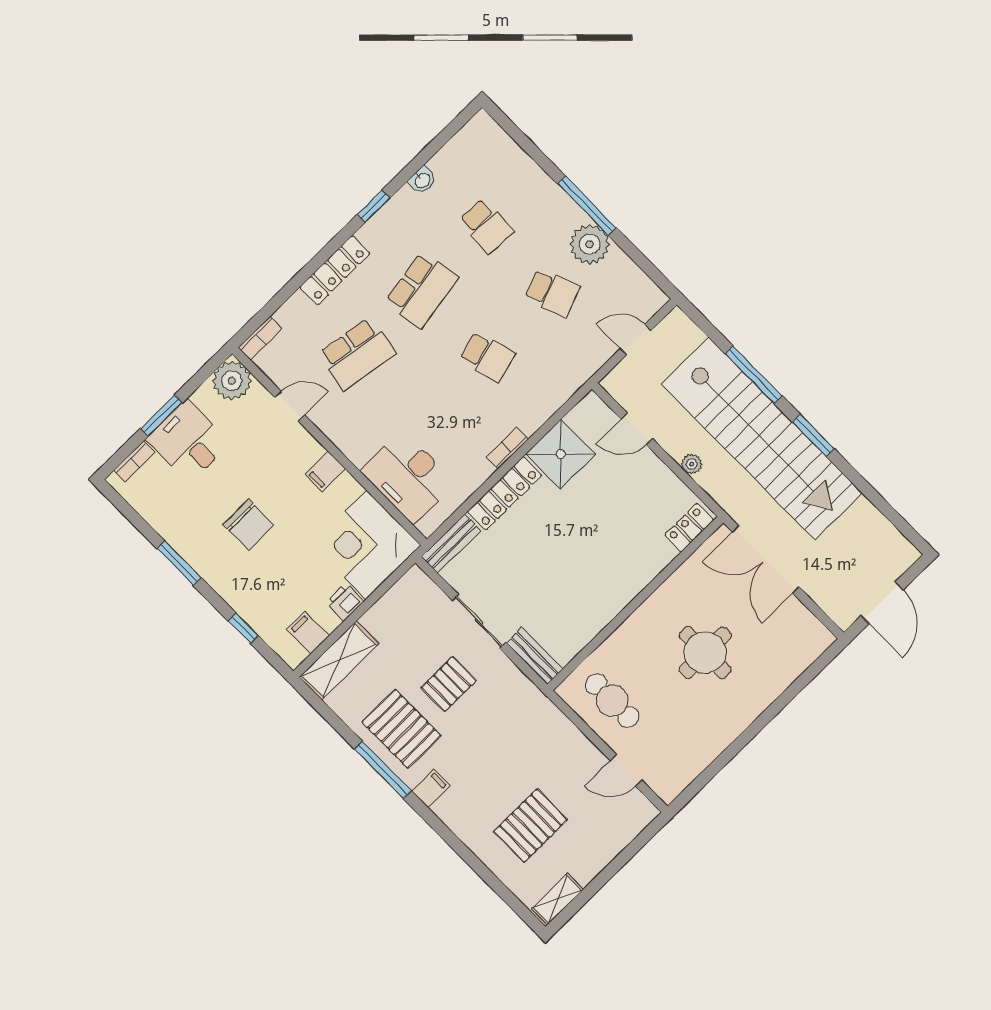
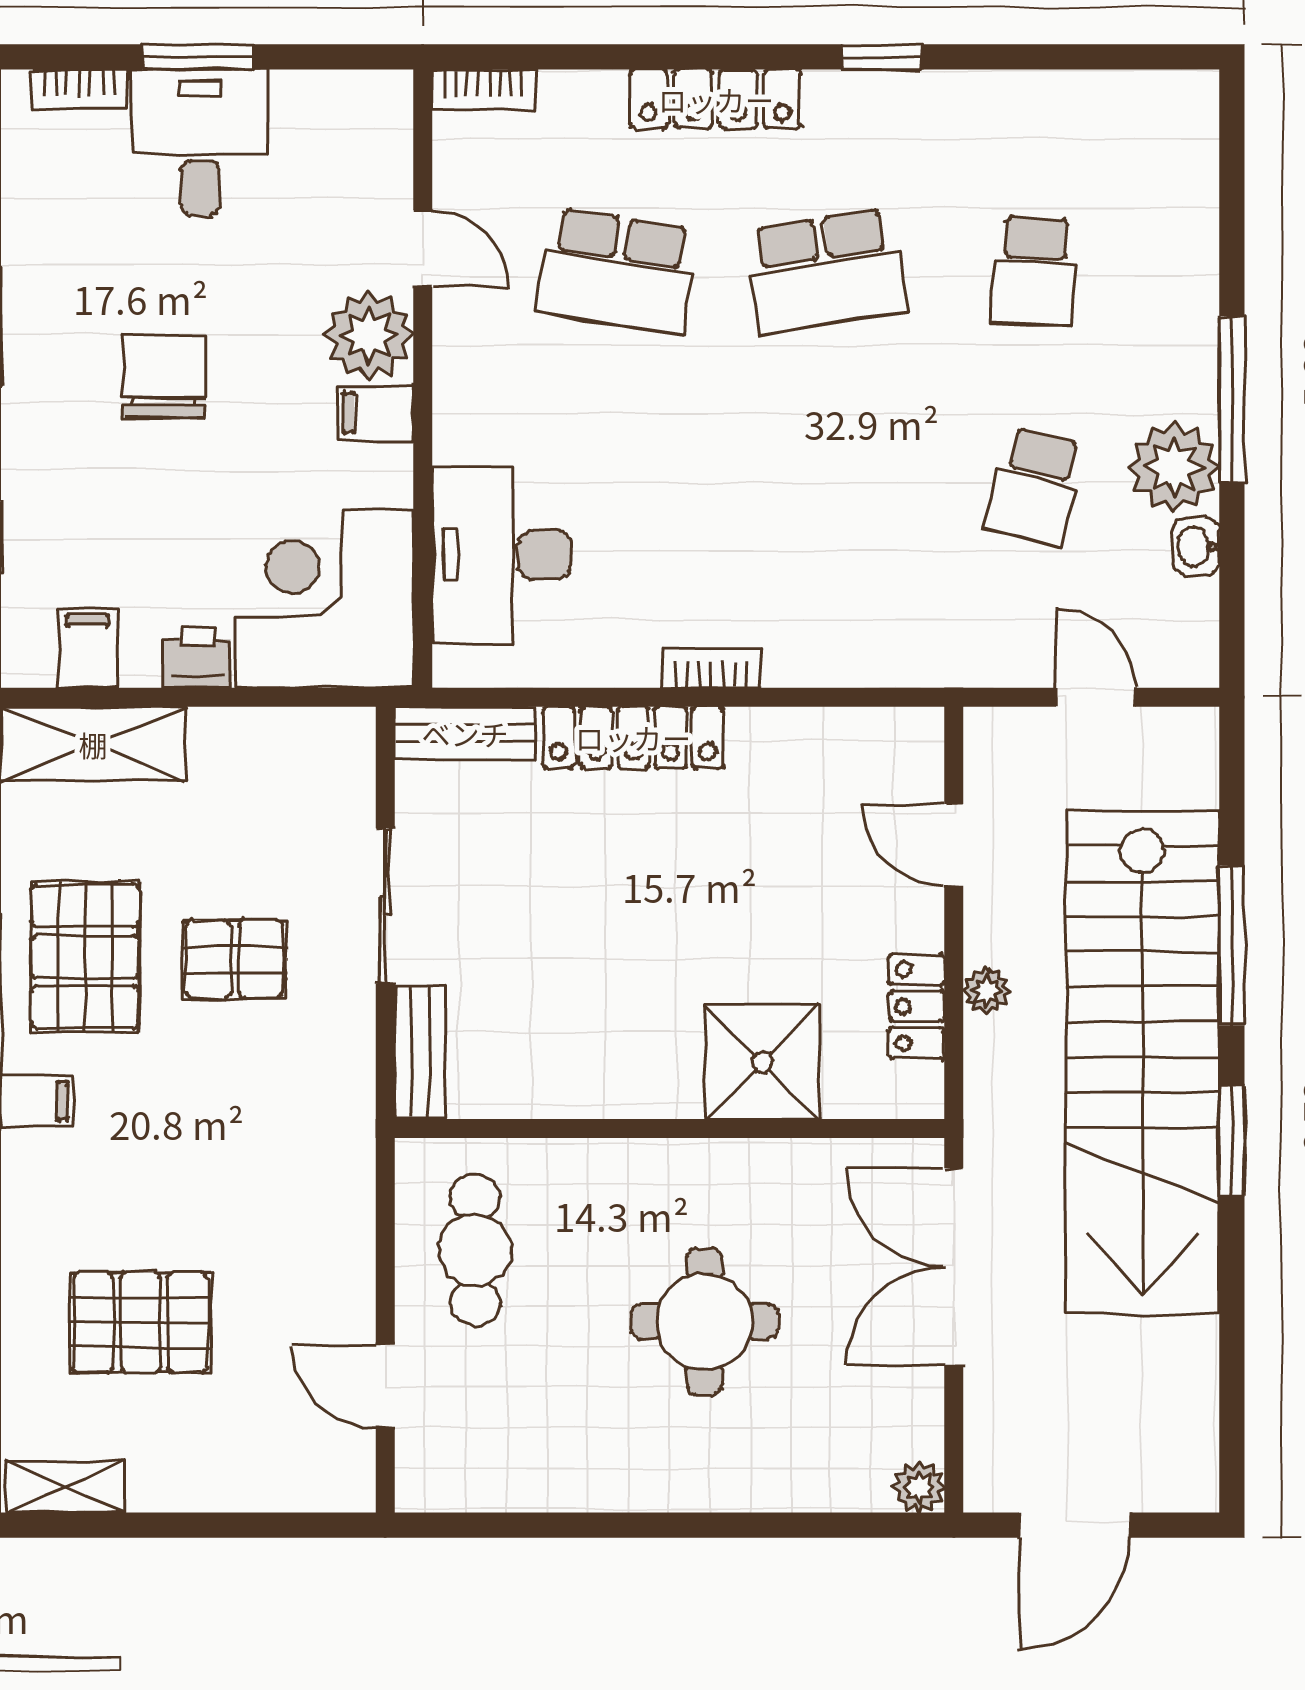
washbasin: (422, 180) -> (1196, 547), moved, turned 90
school desk: (552, 293) -> (1035, 486), turned 36
school desk: (487, 357) -> (826, 486), removed
plant: (232, 381) -> (369, 335), moved
shower: (561, 454) -> (762, 1062), moved
chair: (249, 525) -> (164, 376), turned 180
locker: (689, 528) -> (916, 1006), moved, turned -90
plant: (822, 638) -> (919, 1487), added

